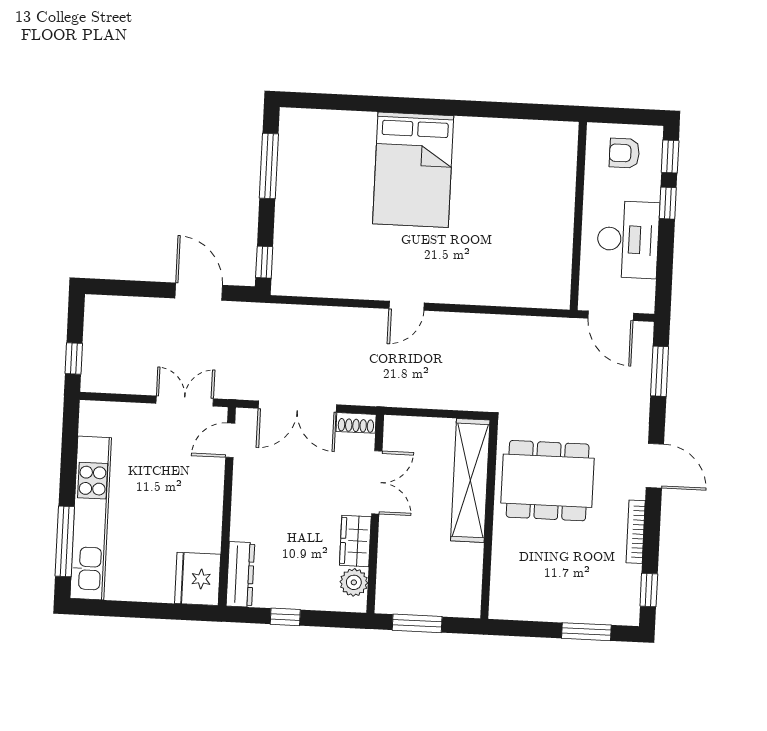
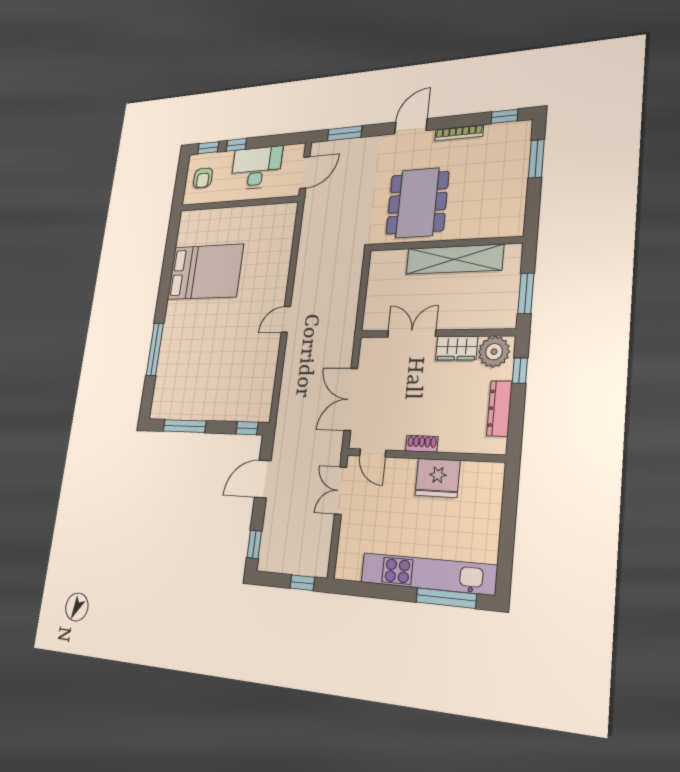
window: (377, 104) -> (155, 349), added
bed: (413, 170) -> (205, 272), moved
window: (117, 288) -> (254, 544), added
door: (407, 306) -> (286, 319), swing flipped
double door: (297, 407) -> (351, 399), swing flipped
shoe rack: (356, 423) -> (422, 444), moved, turned -90
shelving: (470, 480) -> (454, 259), moved
dresser: (240, 574) -> (499, 408), moved, turned -90
fridge: (198, 579) -> (438, 478), moved
plant: (354, 582) -> (494, 352), width x1.36, depth x1.36
window: (285, 617) -> (520, 371), moved

